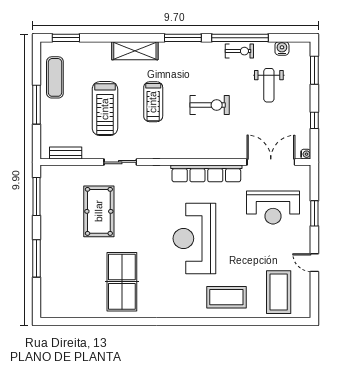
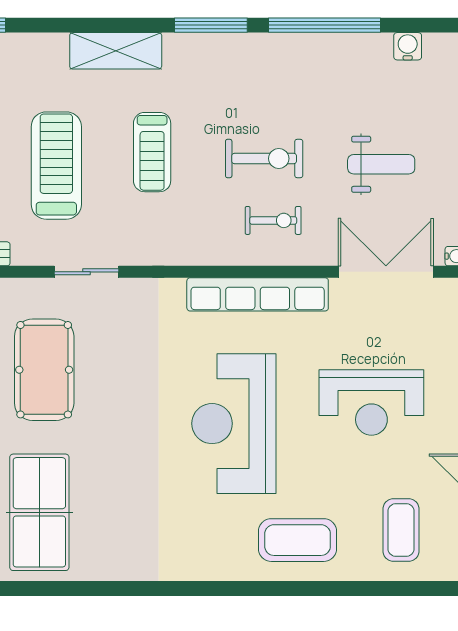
exercise bike: (239, 51) -> (273, 220), moved
weight bench: (269, 85) -> (381, 164), moved, turned -90
treadmill: (105, 109) -> (56, 166), turned 180
reception desk: (273, 208) -> (371, 402), moved
table tennis table: (122, 282) -> (39, 512), moved
coffee table: (279, 292) -> (401, 530), width x0.73, depth x0.76

